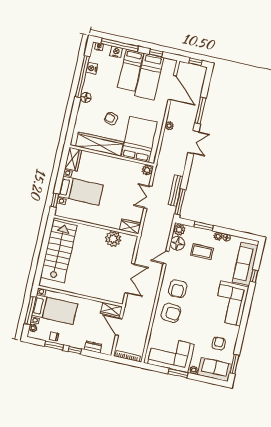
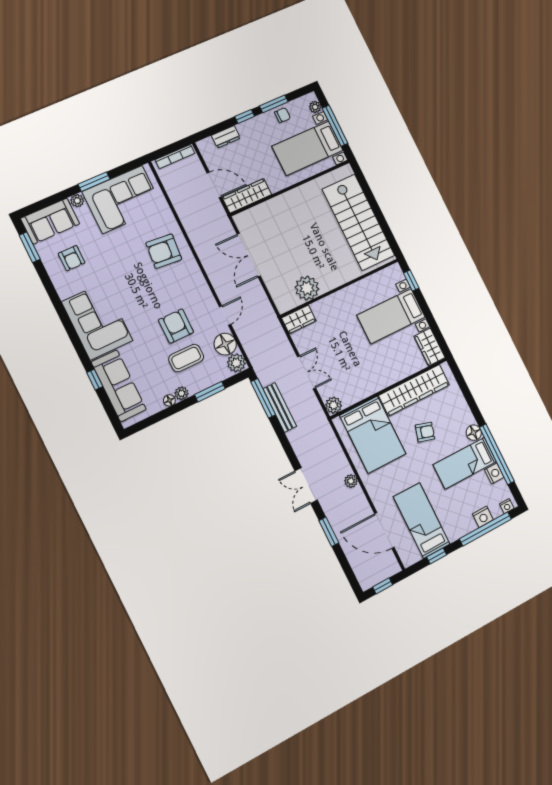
bed: (131, 70) -> (465, 463), moved, turned -90
window: (200, 110) -> (329, 532), width x0.69
armchair: (178, 289) -> (176, 326), moved
wardrobe: (111, 310) -> (247, 196), width x1.50

